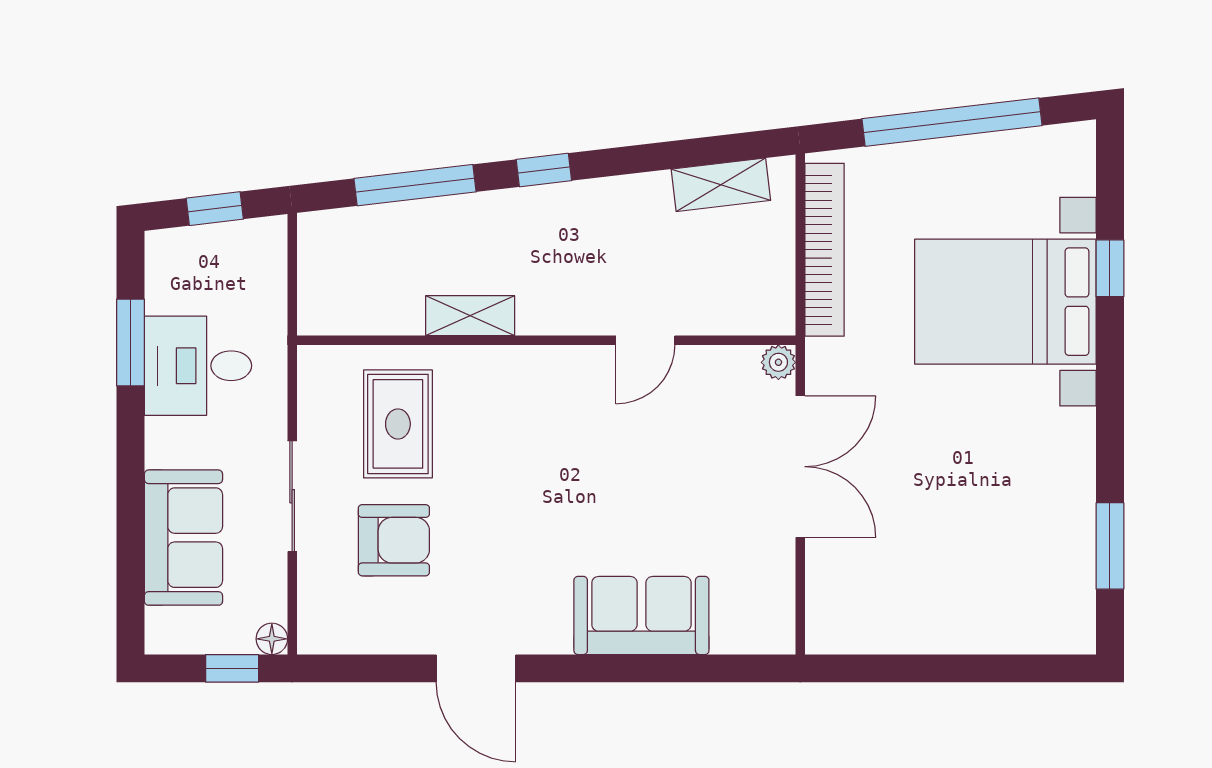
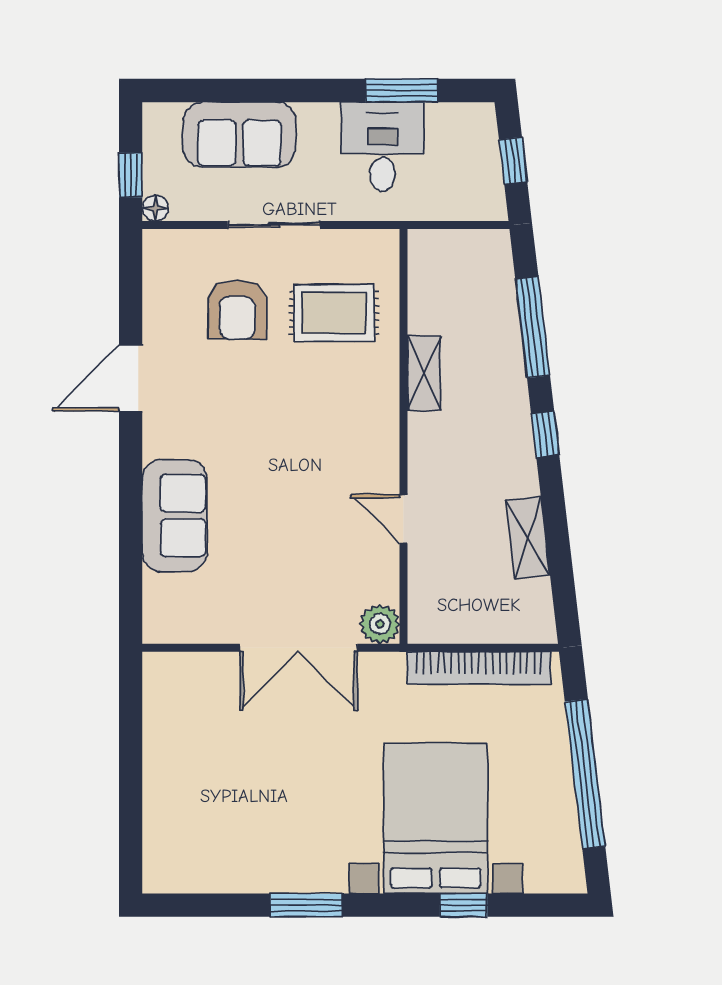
shelving: (721, 185) -> (528, 538), moved
plant: (778, 362) -> (380, 624), width x1.38, depth x1.38
window: (1110, 546) -> (306, 905), moved

